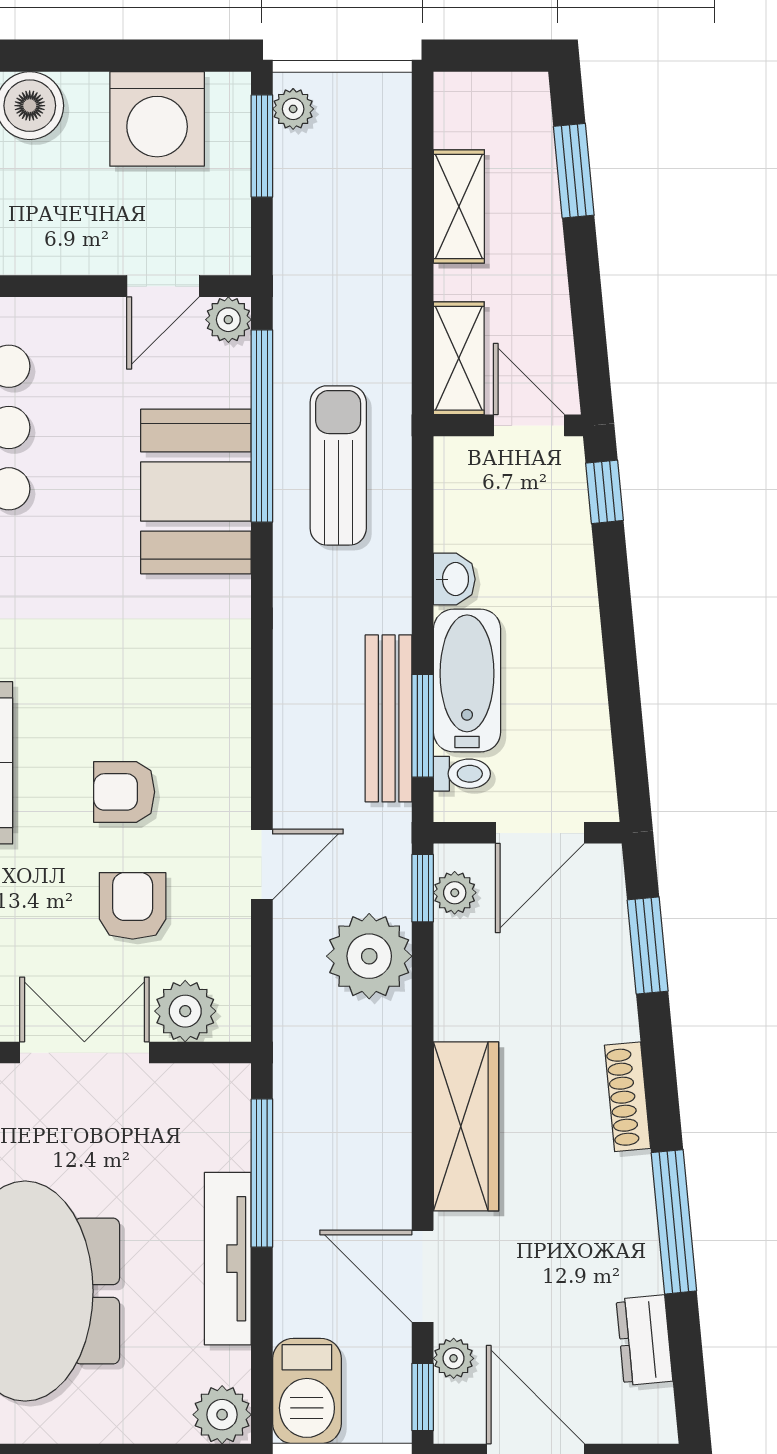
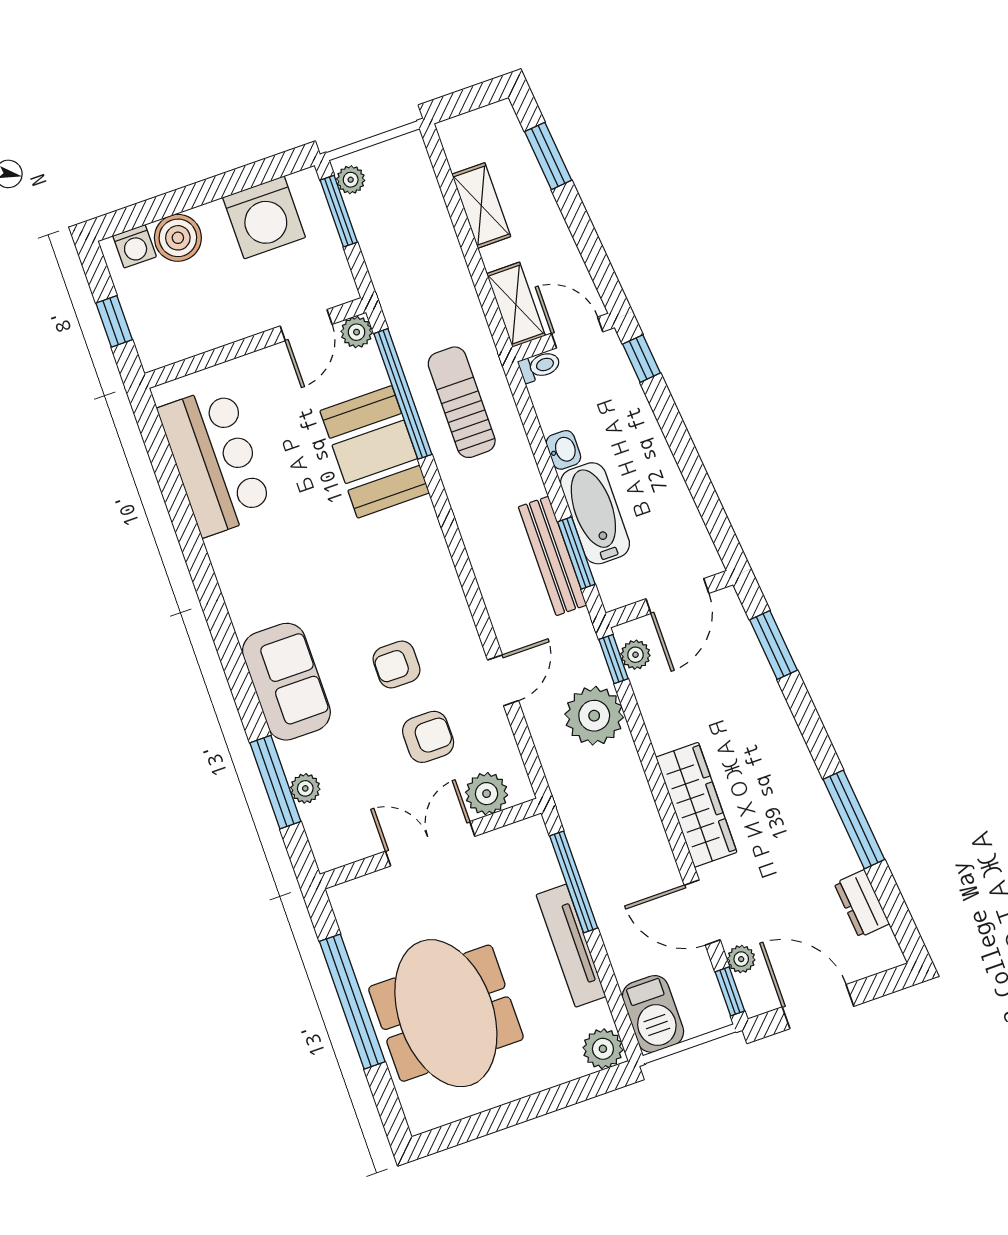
toilet: (462, 774) -> (540, 366), moved
armchair: (133, 906) -> (428, 737), turned 90
shoe rack: (628, 1097) -> (795, 748), removed

